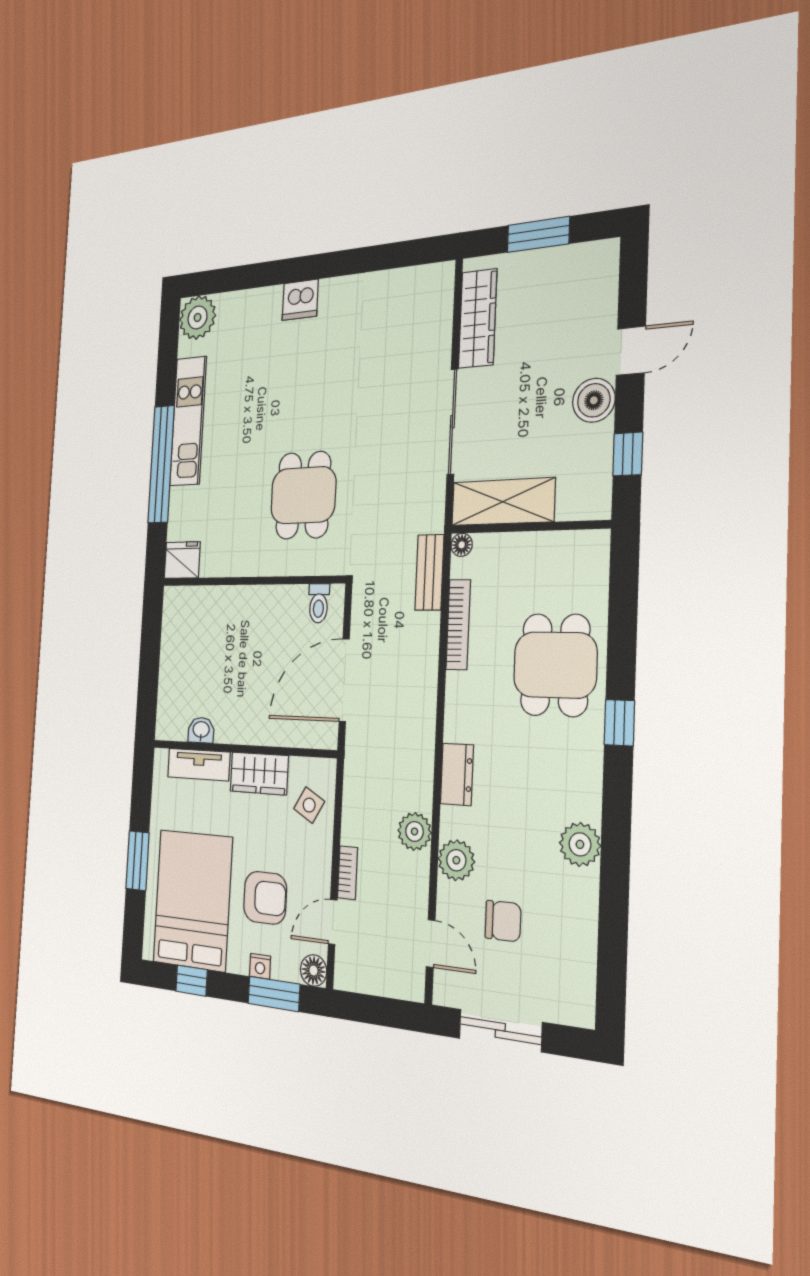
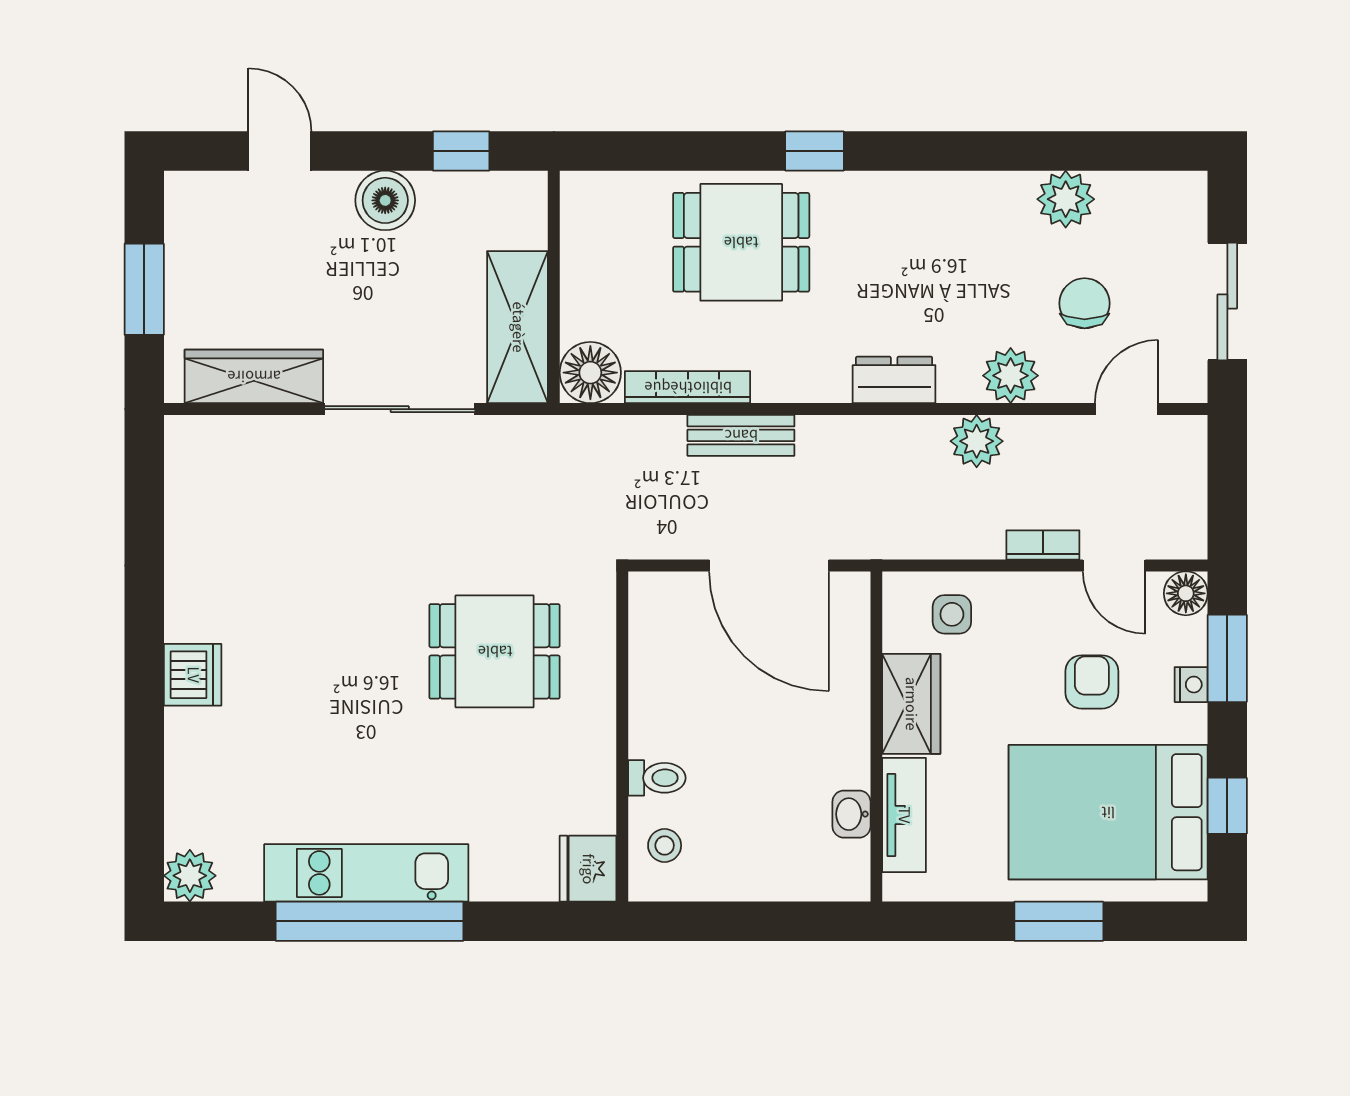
plant: (198, 317) -> (190, 876), width x0.73, depth x0.73
door: (631, 351) -> (280, 151), moved
window: (161, 464) -> (369, 921), moved
floor lamp: (462, 545) -> (590, 373), width x1.89, depth x1.89
bench: (429, 572) -> (741, 435), moved
toilet: (319, 603) -> (657, 778), moved
stool: (191, 609) -> (665, 845), added
side table: (309, 805) -> (952, 614), turned -30
plant: (580, 844) -> (1066, 199), moved
armchair: (265, 898) -> (1092, 682), width x0.72, depth x0.72

